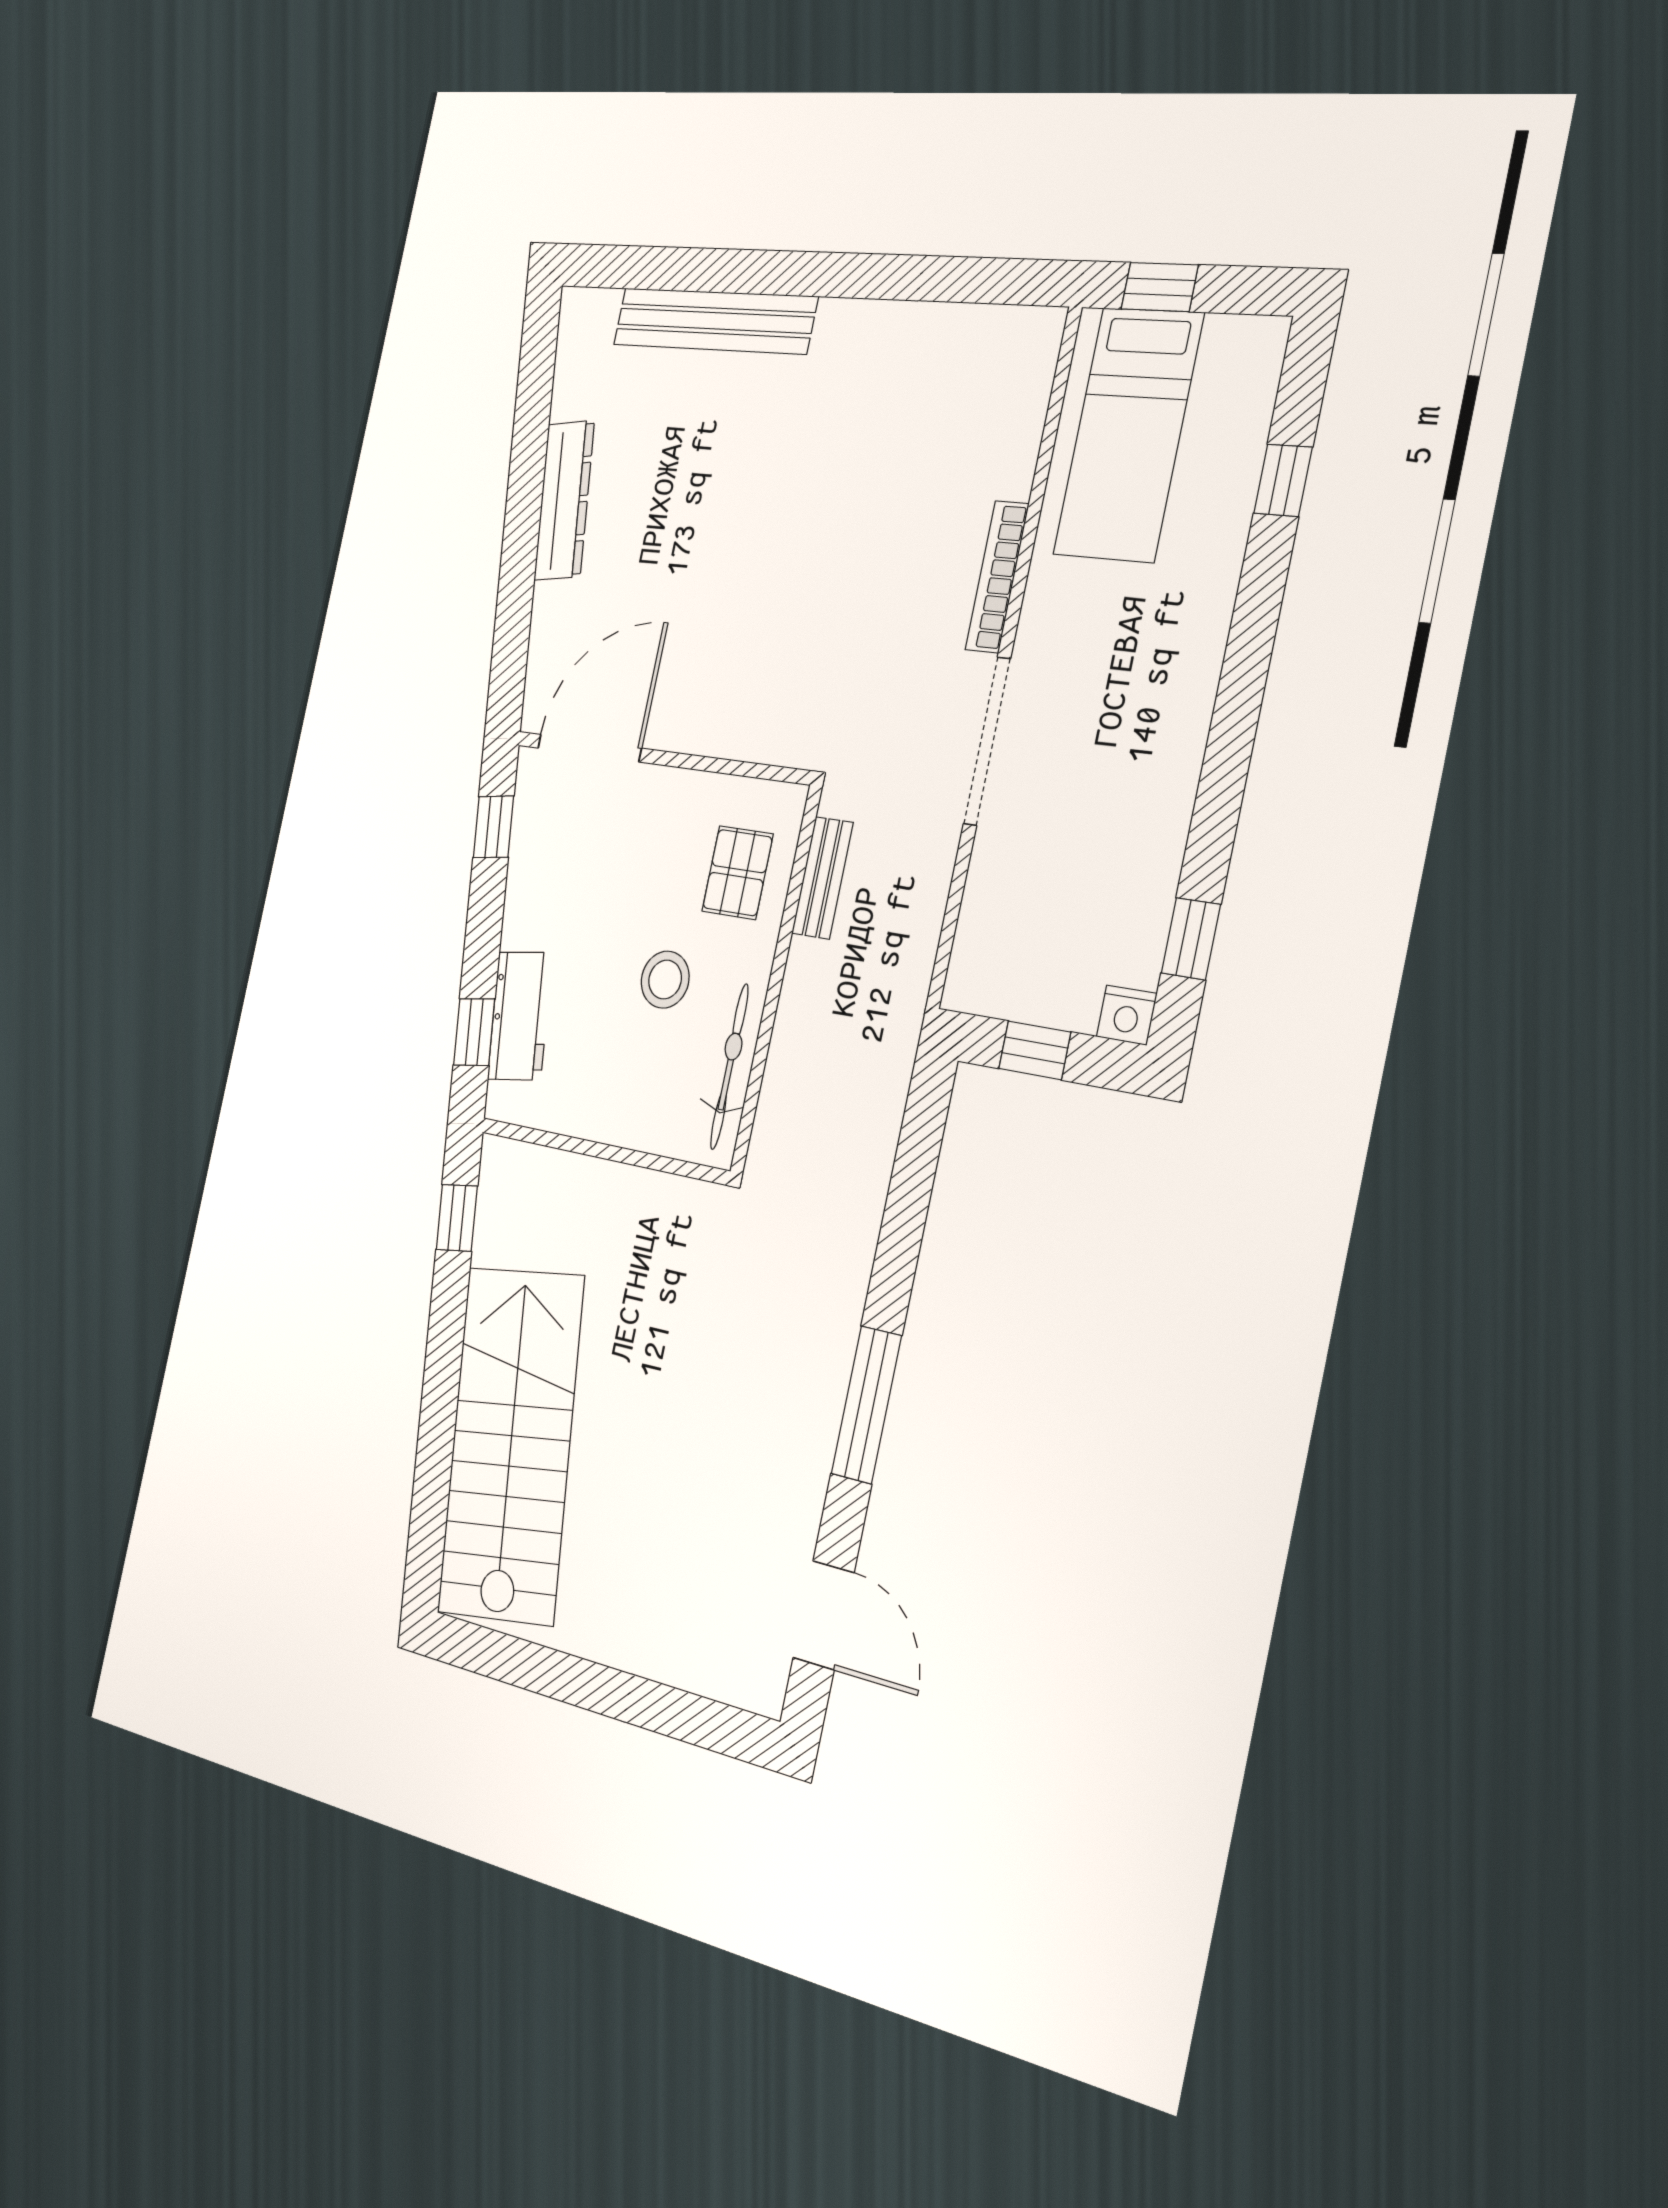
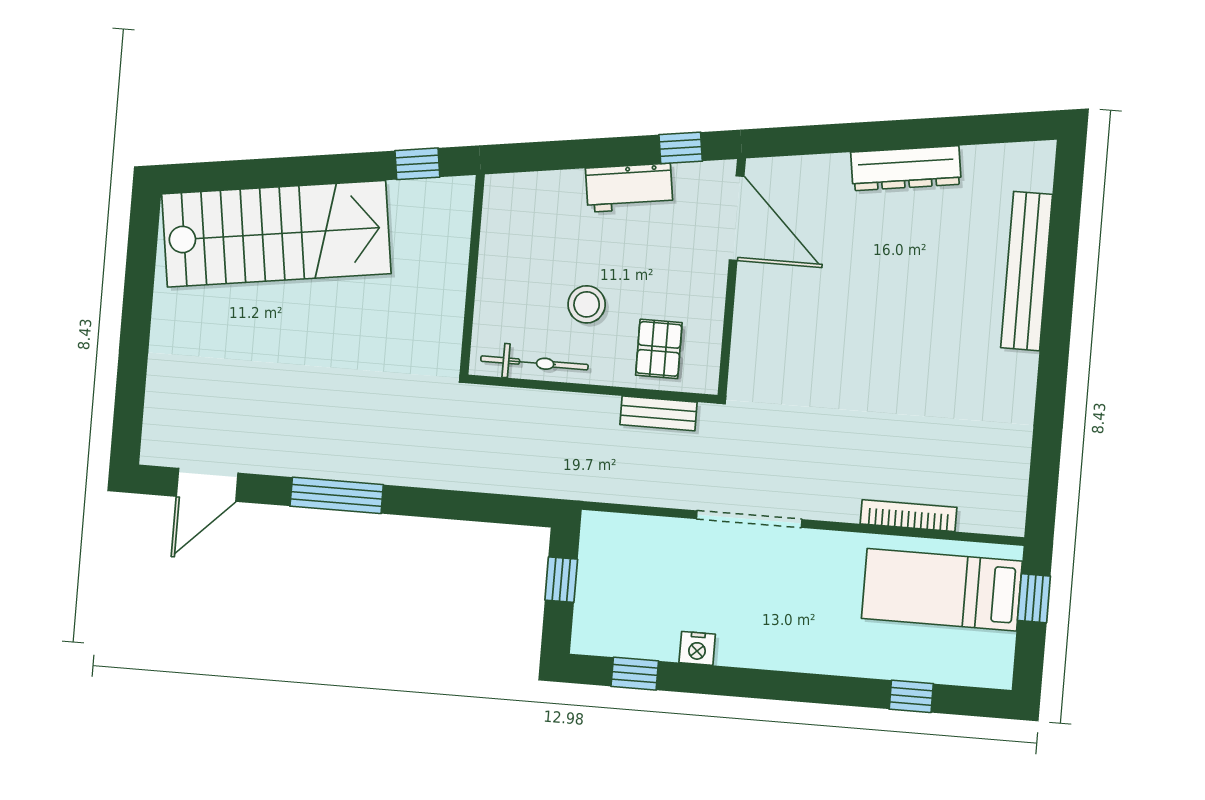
bookcase: (997, 577) -> (909, 516), moved
pallet: (737, 873) -> (659, 349), turned 90
nightstand: (1127, 1015) -> (697, 648), moved, turned -90
workbench: (520, 1016) -> (629, 188), moved
window: (474, 1032) -> (542, 156), removed

